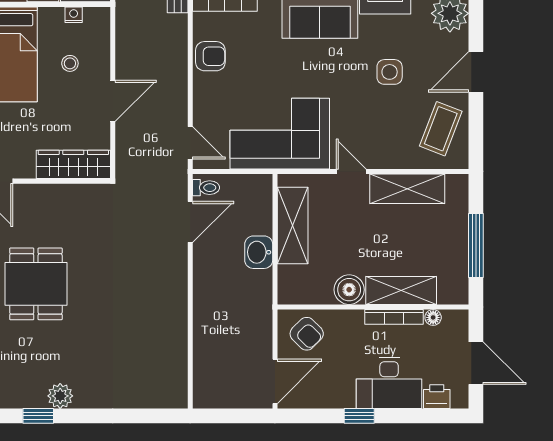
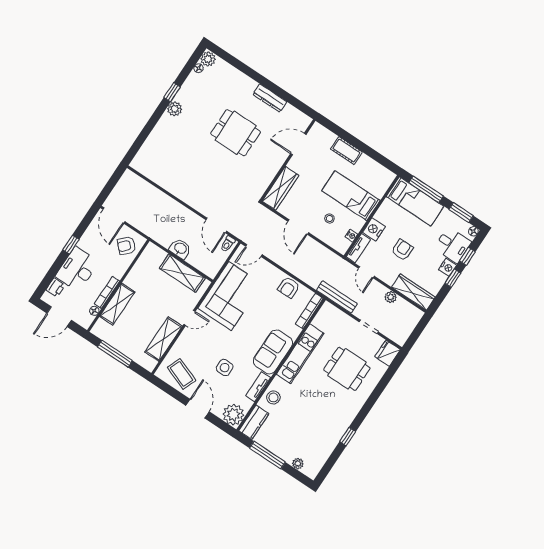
boiler: (349, 290) -> (134, 280), removed

